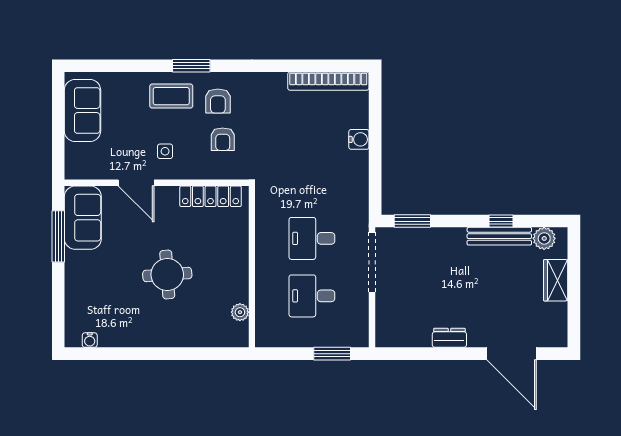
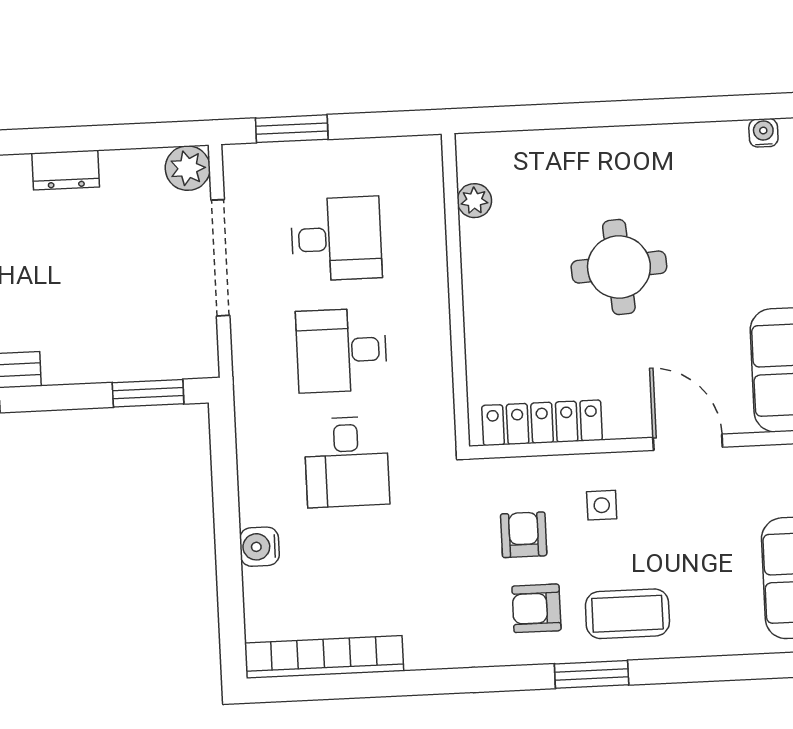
armchair: (218, 101) -> (536, 608), turned -90
side table: (165, 151) -> (602, 505), moved
desk: (312, 181) -> (347, 462), added
desk: (312, 238) -> (342, 350), turned 180
doorway: (372, 262) -> (220, 258), moved
plant: (387, 336) -> (188, 168), added

